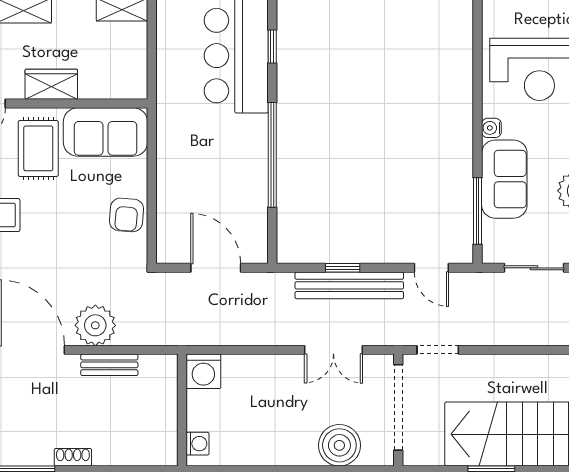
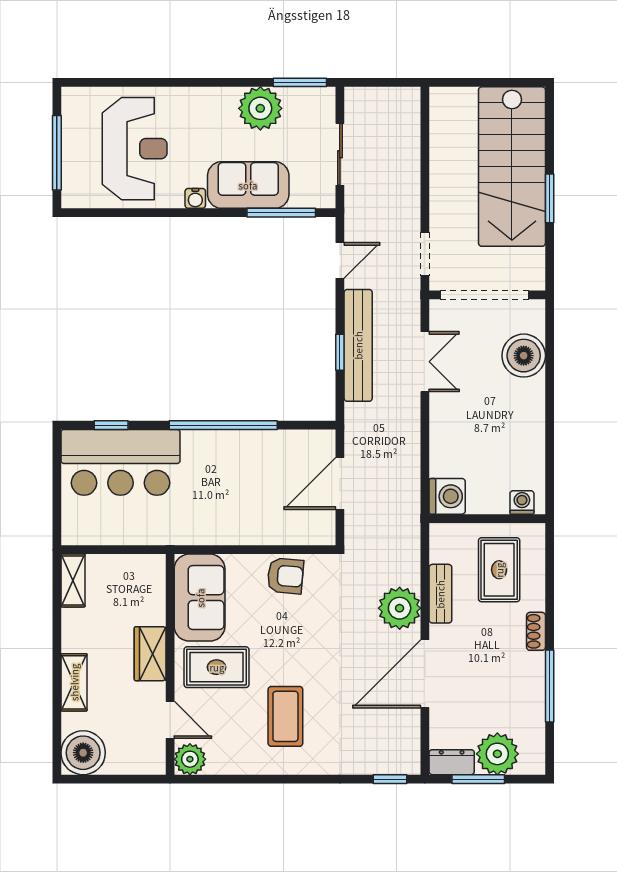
rug: (132, 422) -> (499, 570), added

